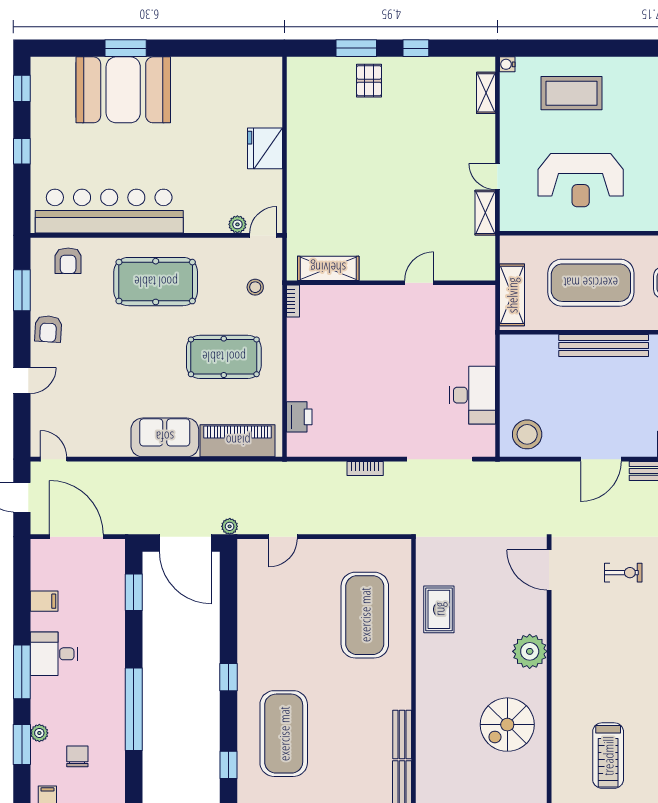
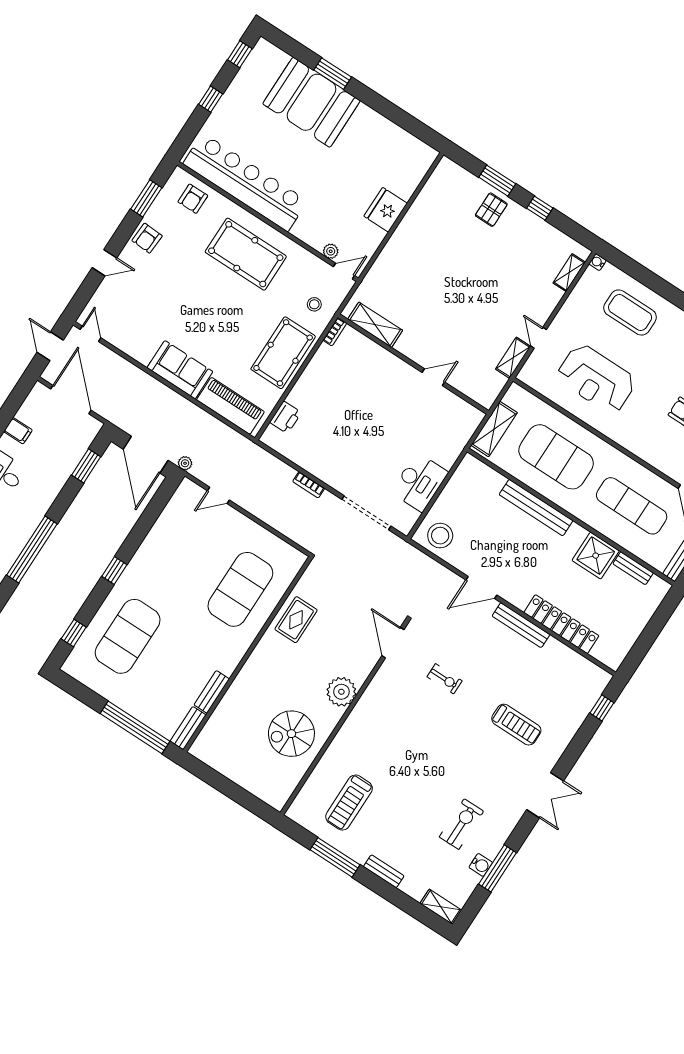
pool table: (224, 357) -> (283, 353), moved, turned 90

